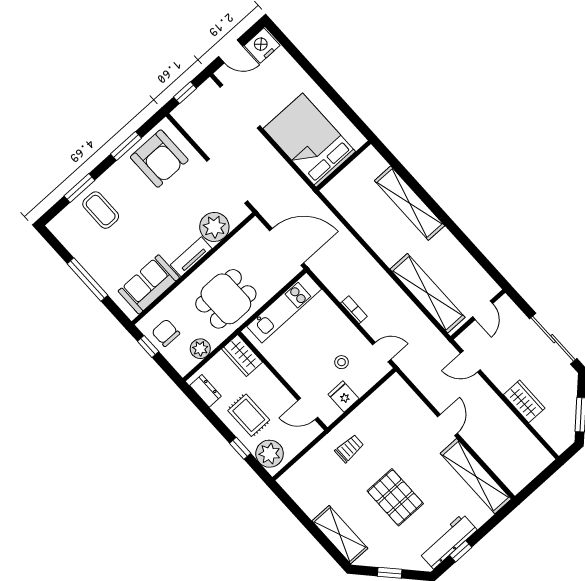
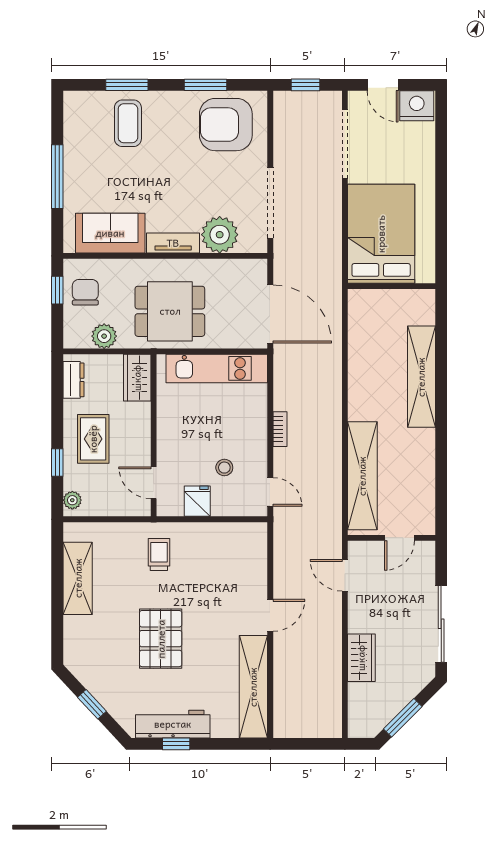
armchair: (159, 159) -> (226, 125), turned 90
trolley: (349, 448) -> (159, 554), turned -90
plant: (270, 454) -> (72, 500), width x0.53, depth x0.53
shelving: (340, 535) -> (78, 578), moved

